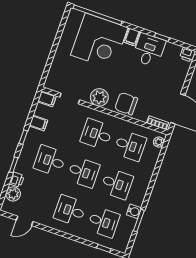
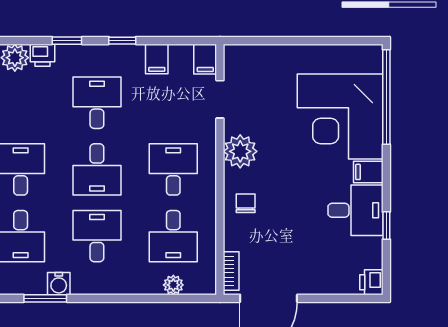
chair: (126, 104) -> (246, 203), width x0.54, depth x0.54
plant: (159, 142) -> (173, 285), moved
desk: (117, 184) -> (97, 236), turned 180

